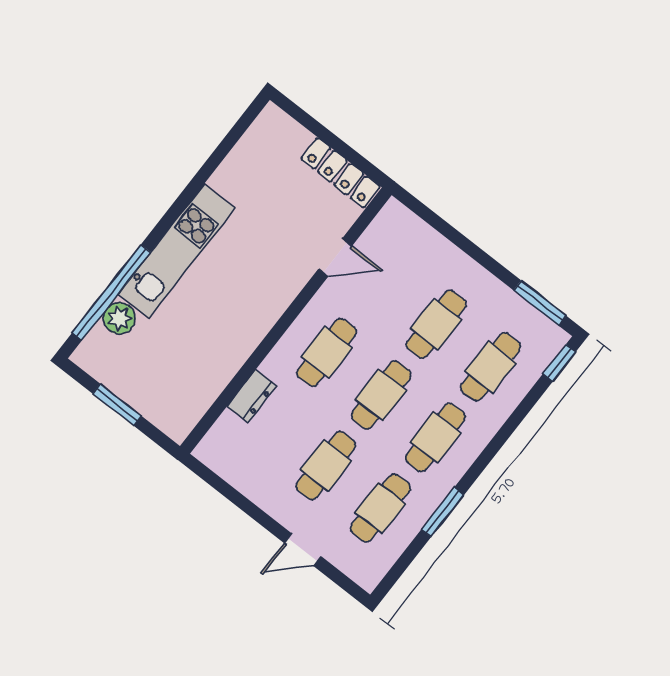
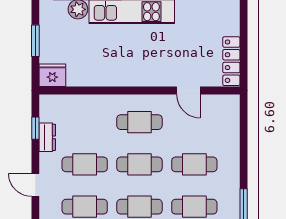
dresser: (252, 396) -> (47, 137), moved, turned -90
fridge: (179, 417) -> (52, 75), added
window: (230, 493) -> (35, 128), added

